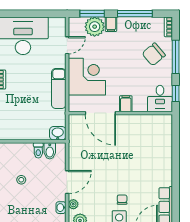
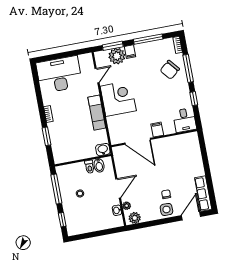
desk: (160, 99) -> (185, 120), moved
filing cabinet: (126, 104) -> (157, 130), moved
door: (100, 113) -> (138, 141), moved
wall: (120, 113) -> (154, 138), moved

